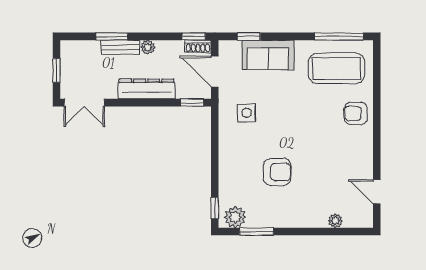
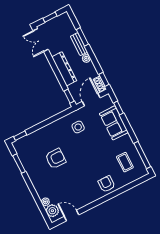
coffee table: (336, 68) -> (125, 162), width x0.54, depth x0.58
armchair: (277, 172) -> (56, 159), turned -90
door: (377, 192) -> (71, 216), hinge flipped
plant: (235, 217) -> (52, 211), moved

